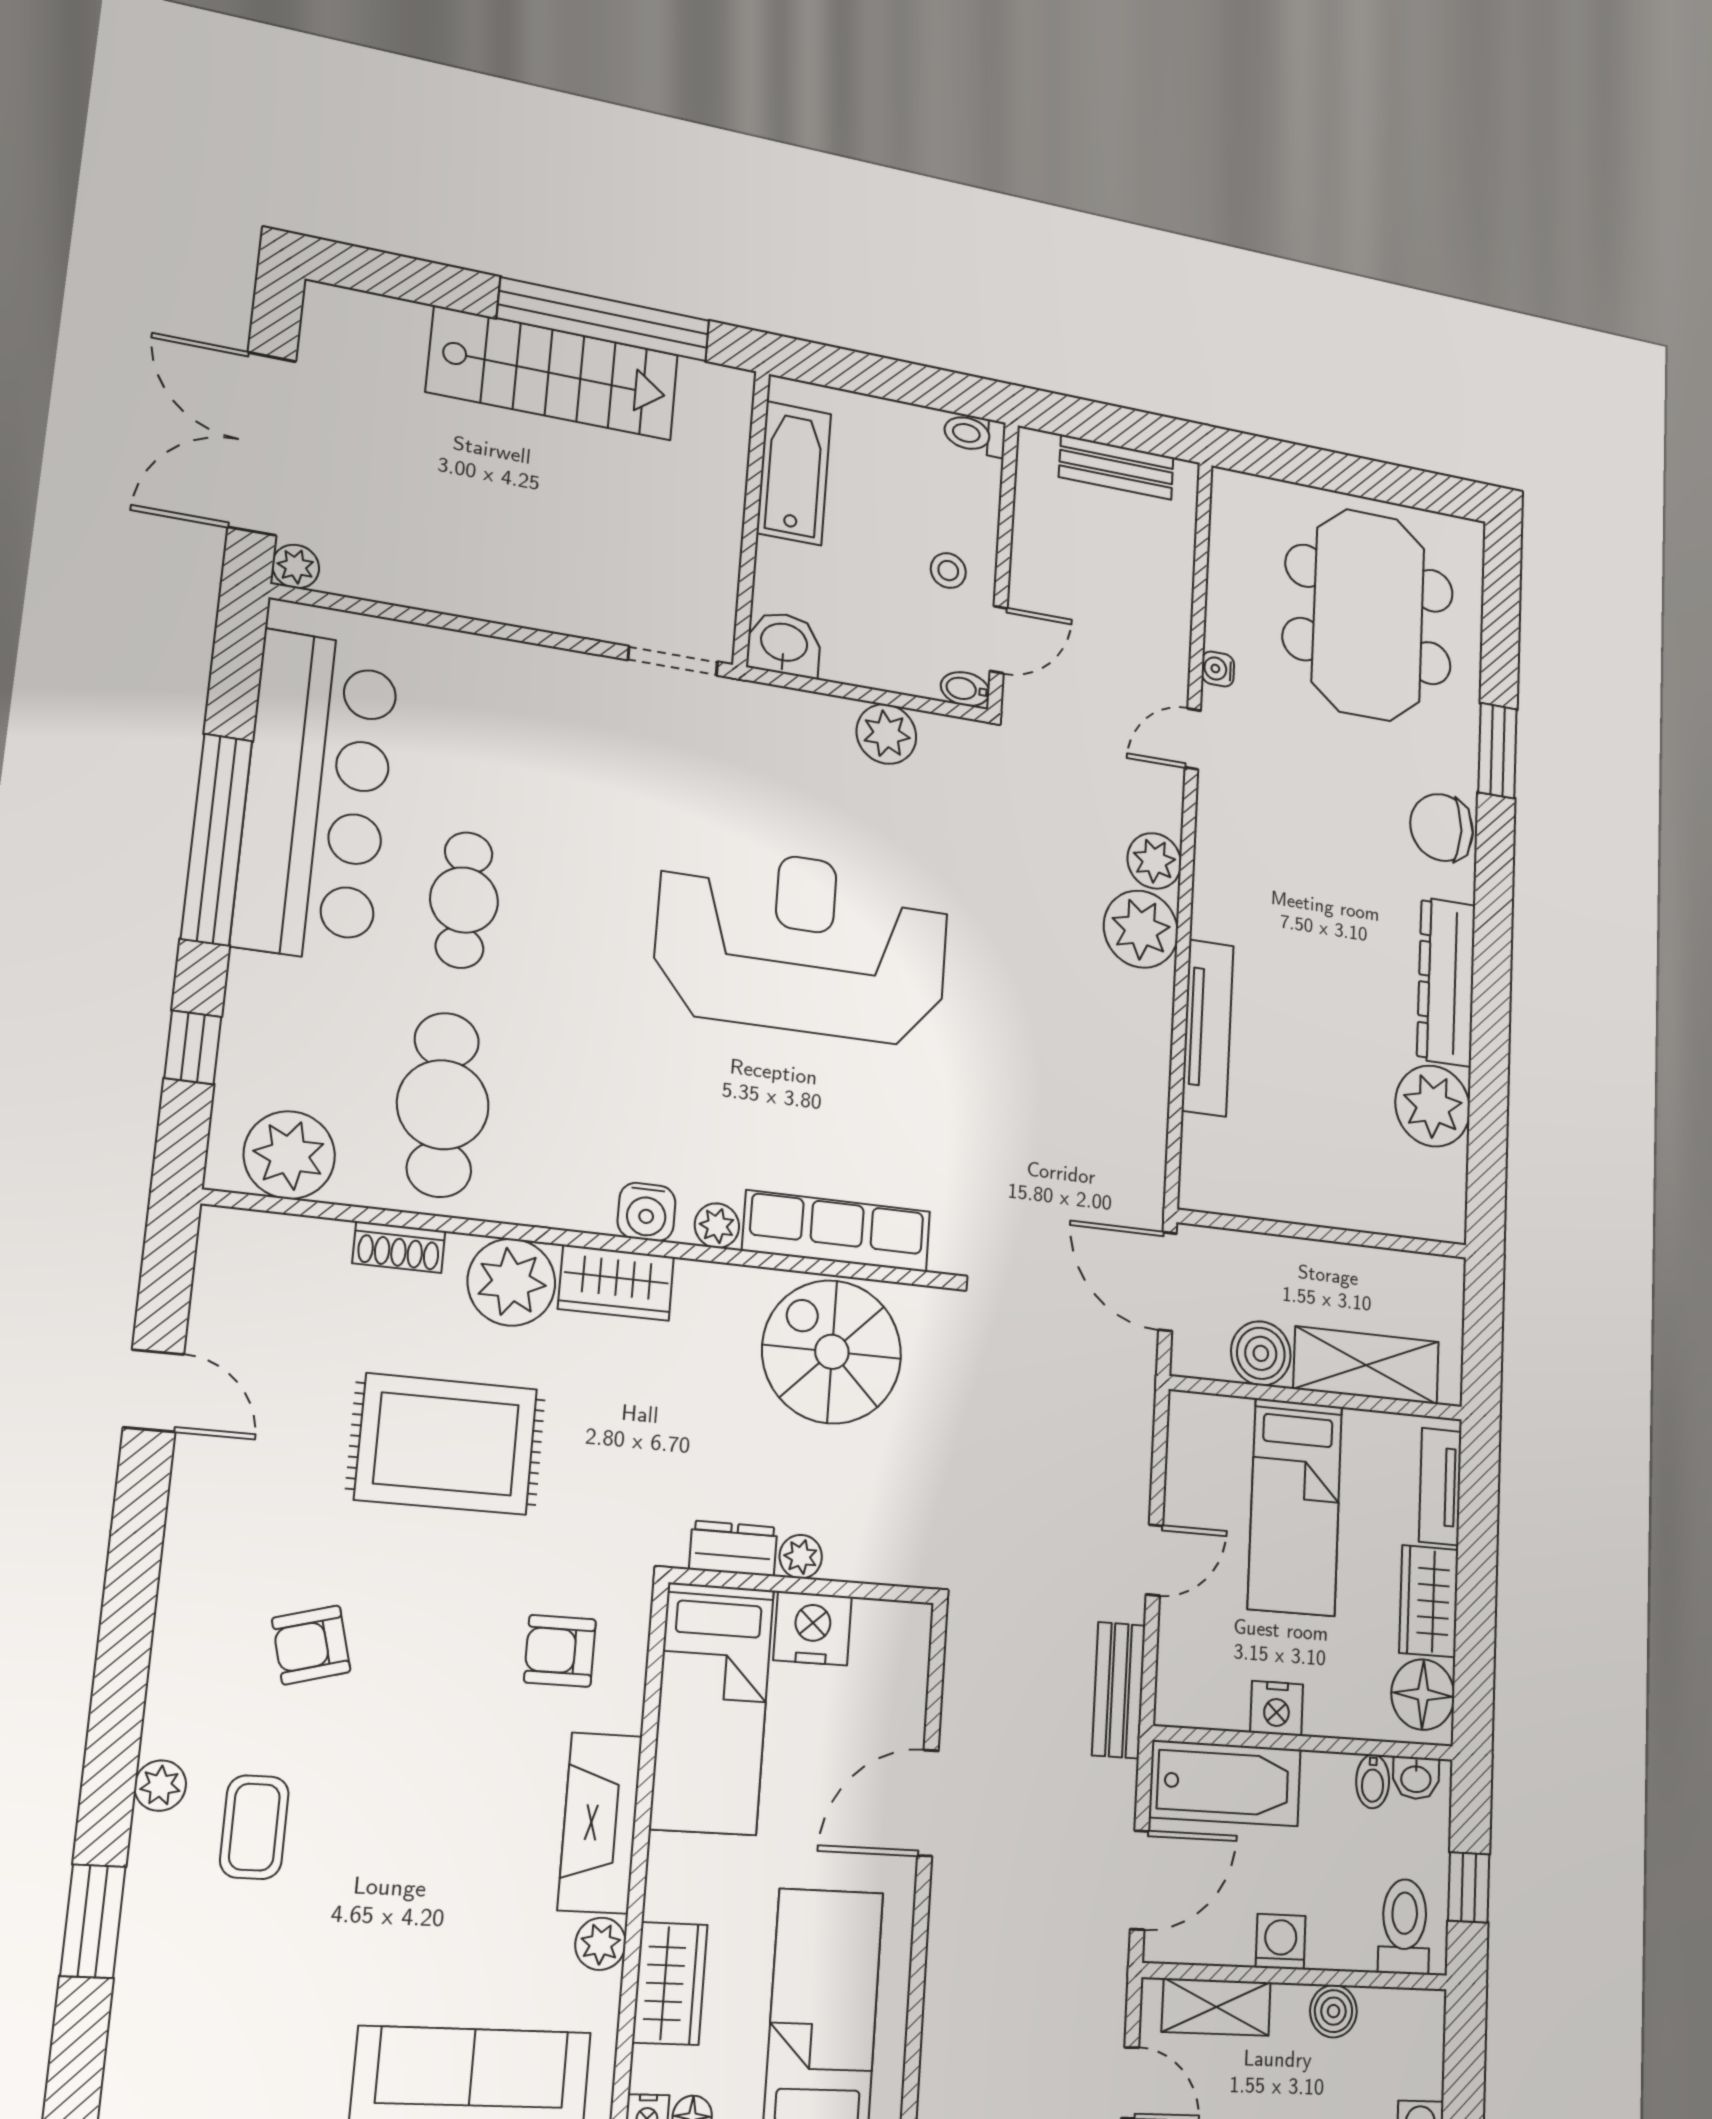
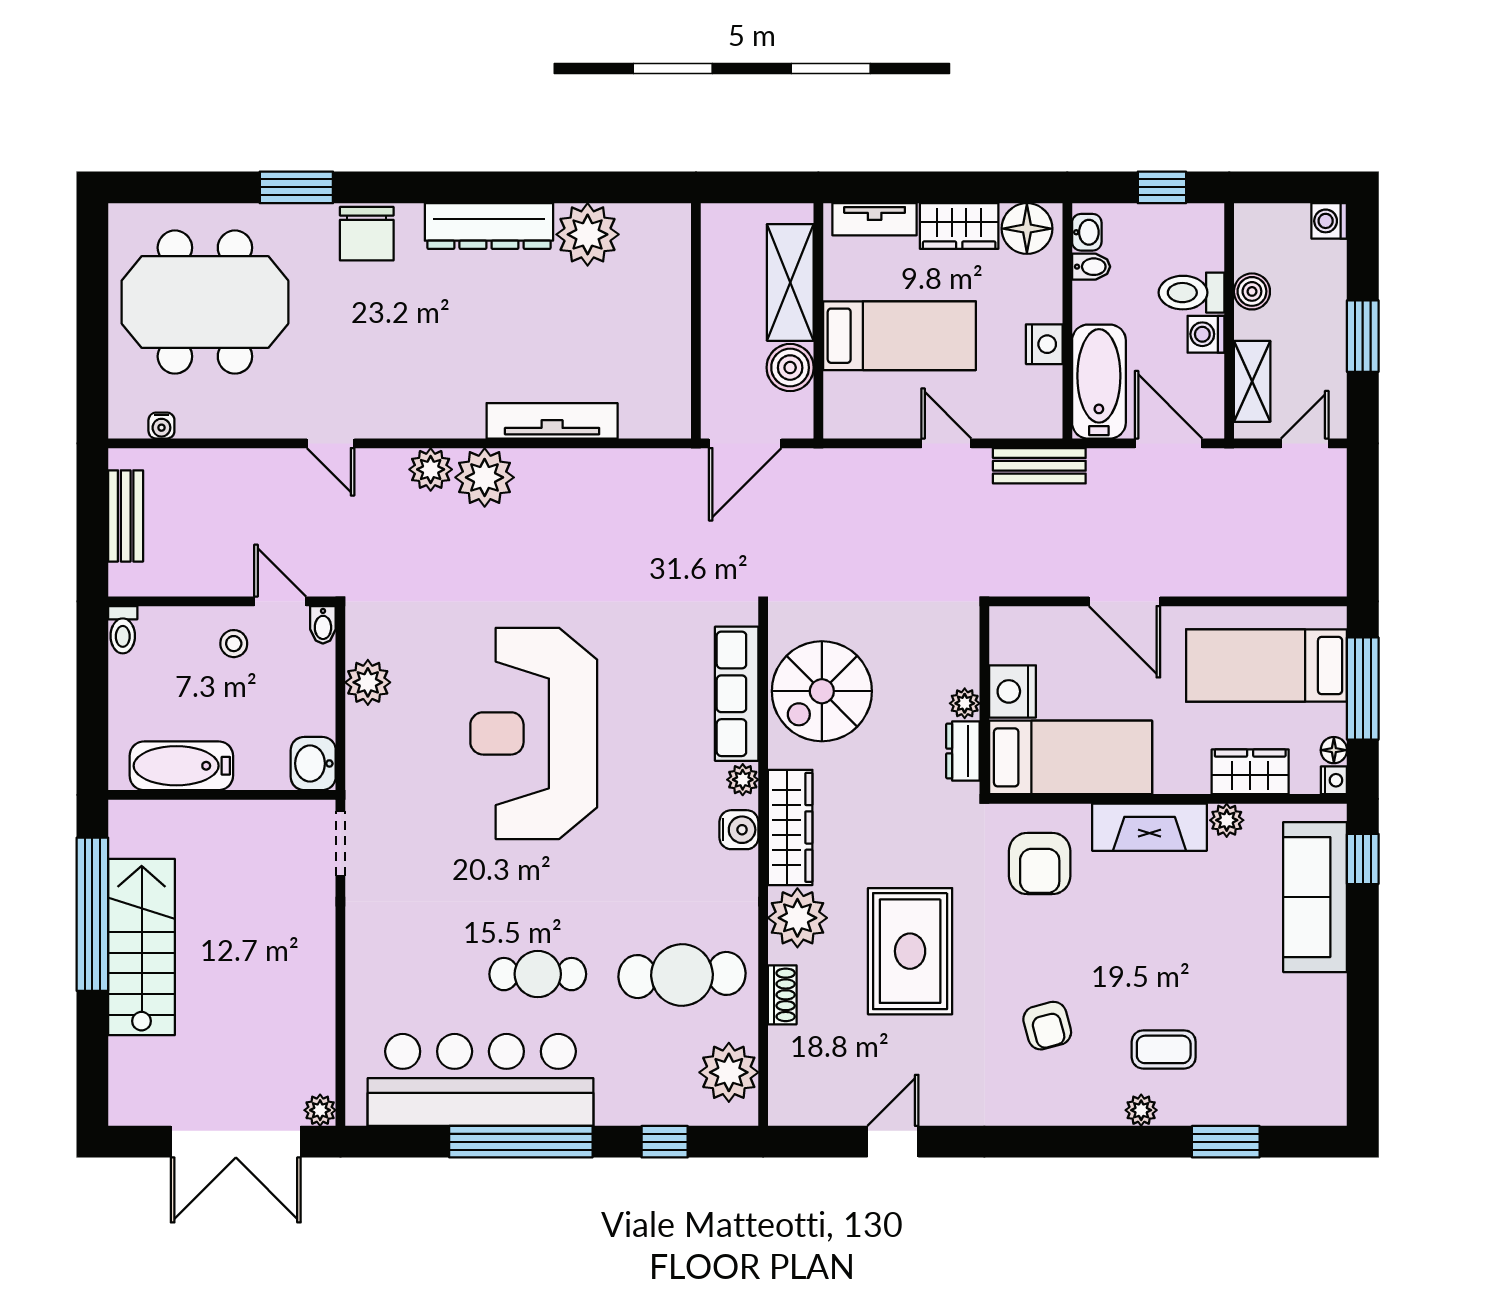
water cooler: (1218, 669) -> (161, 426), moved
wardrobe: (616, 1283) -> (790, 827), width x1.50
armchair: (560, 1651) -> (1040, 864), width x1.38, depth x1.38
toilet: (1404, 1926) -> (1192, 293), moved

